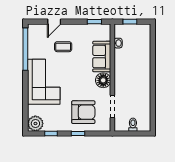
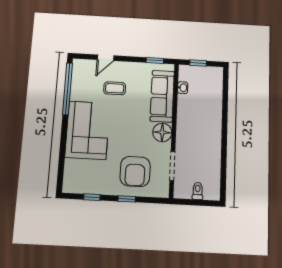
sofa: (102, 57) -> (162, 96), width x1.36
armchair: (83, 112) -> (135, 171), turned 90
plant: (35, 124) -> (73, 183), removed

